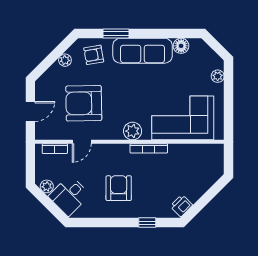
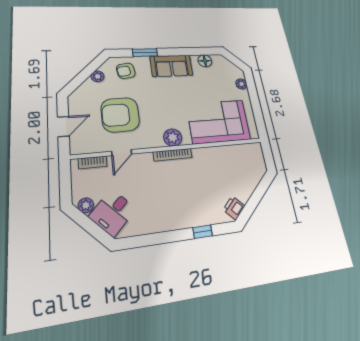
sofa: (143, 51) -> (171, 66), width x0.73
bookcase: (149, 148) -> (173, 155), moved
armchair: (119, 188) -> (167, 197), removed

